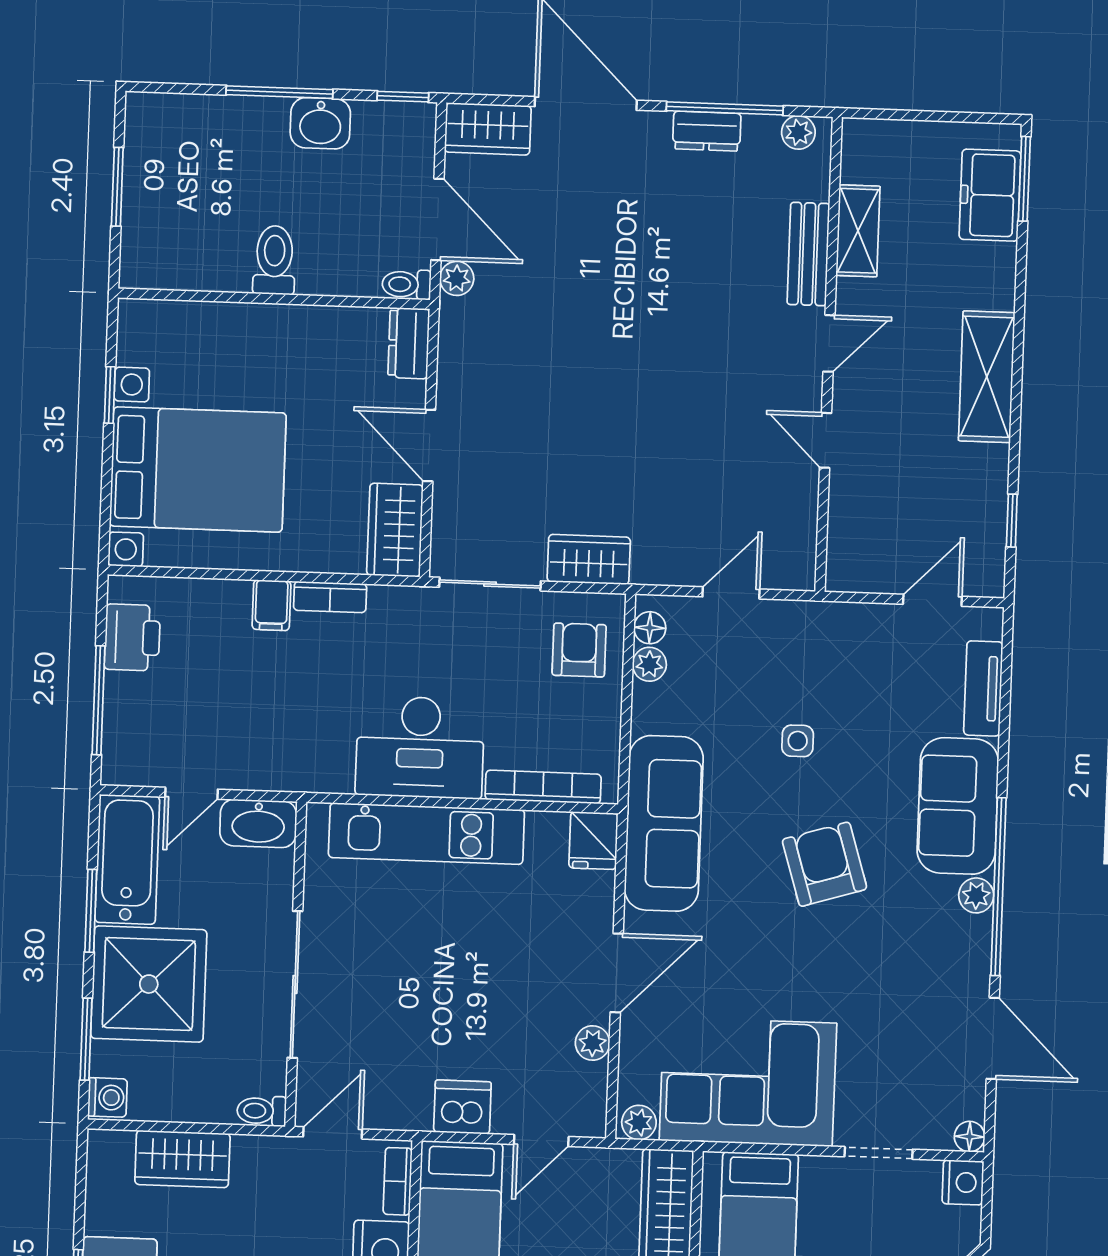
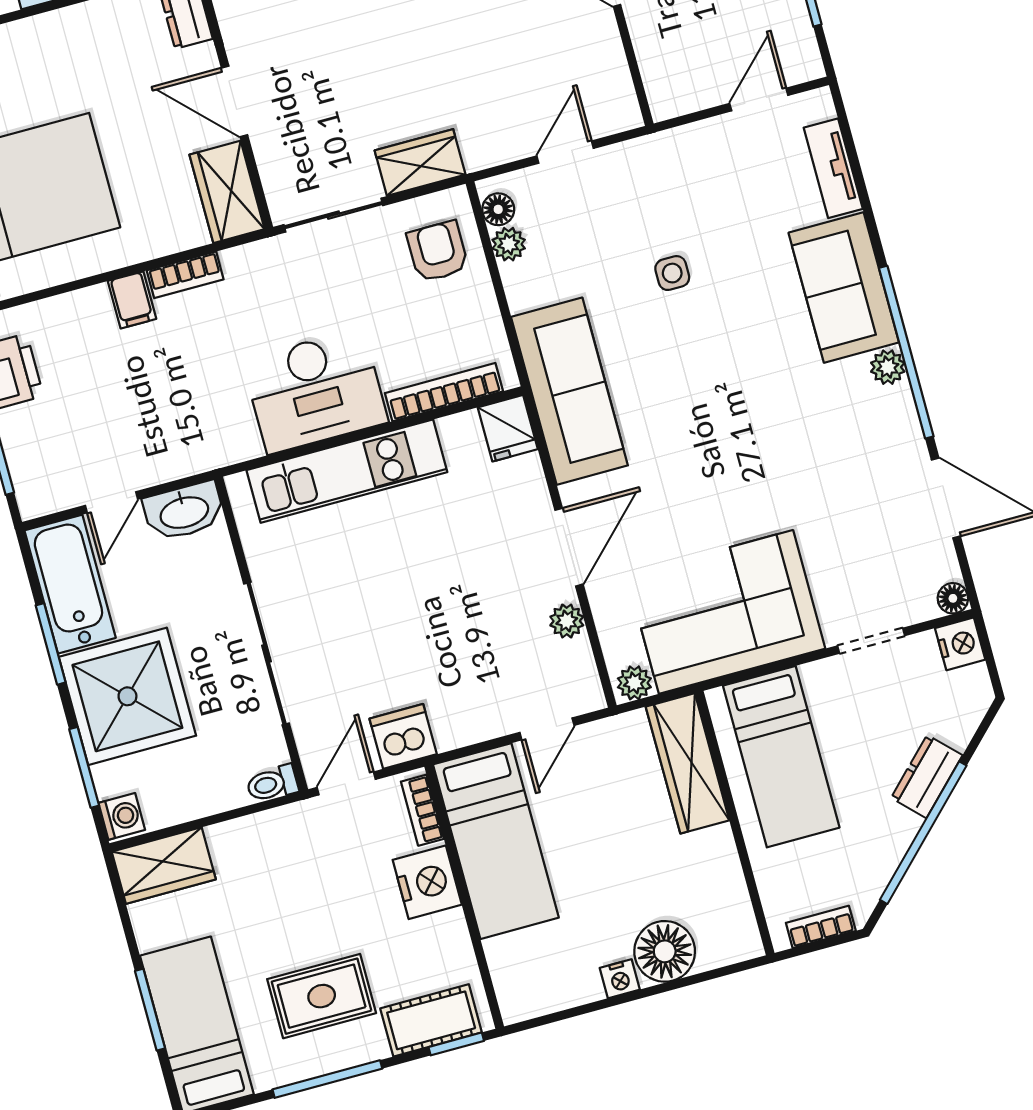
armchair: (825, 864) -> (734, 382), removed
dishwasher: (462, 1107) -> (403, 736), moved
wardrobe: (182, 1159) -> (164, 866), moved

